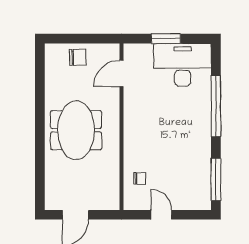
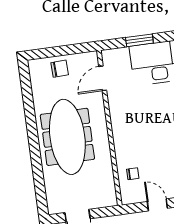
meeting table: (76, 130) -> (67, 137), width x1.36

